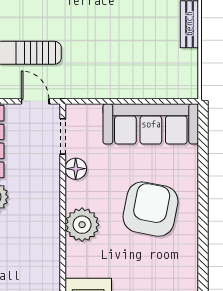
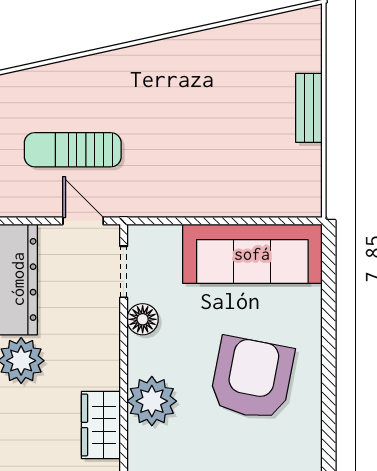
wardrobe: (47, 241) -> (101, 425), added

